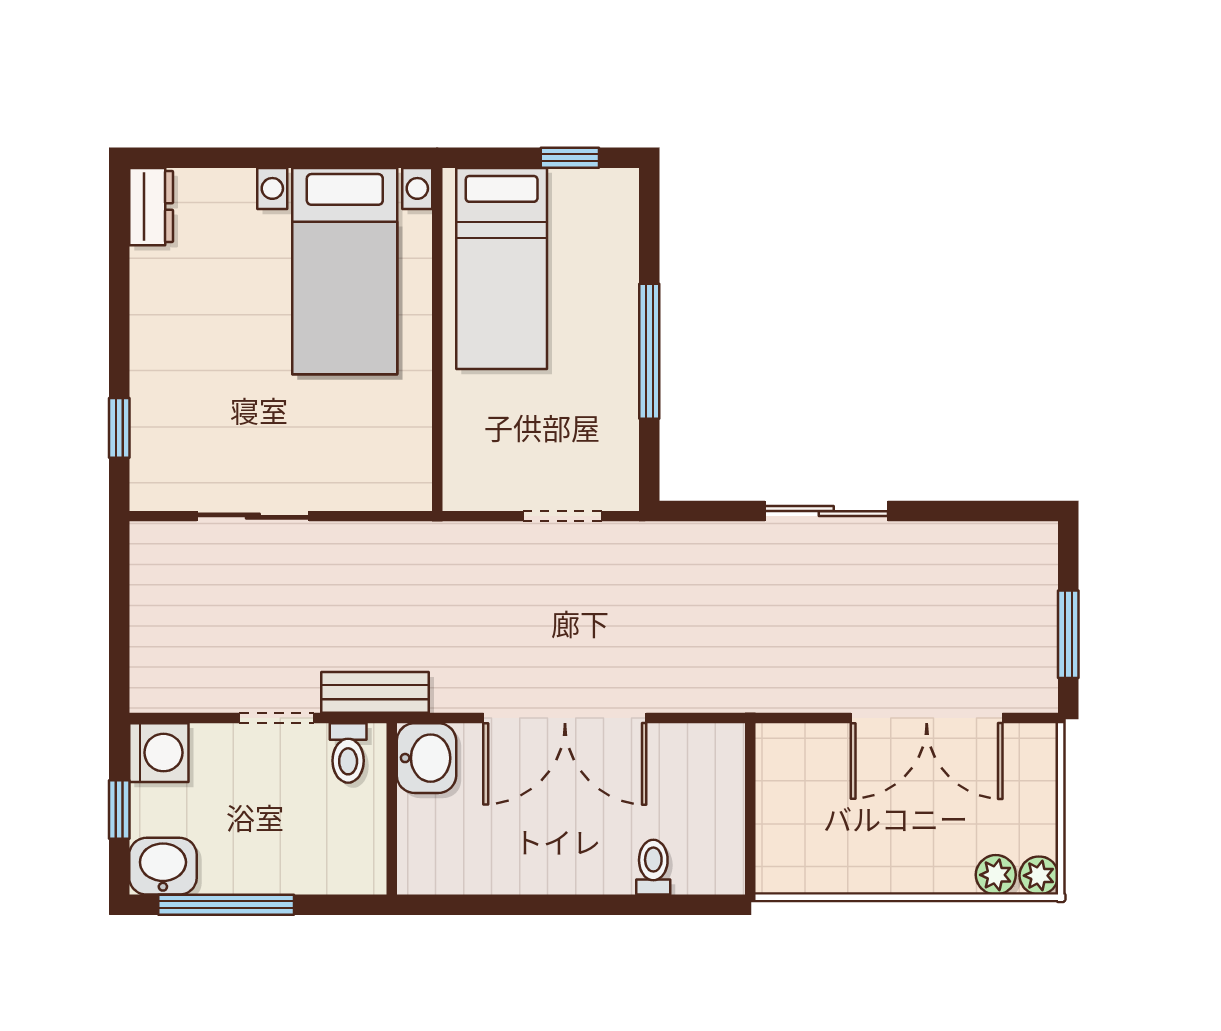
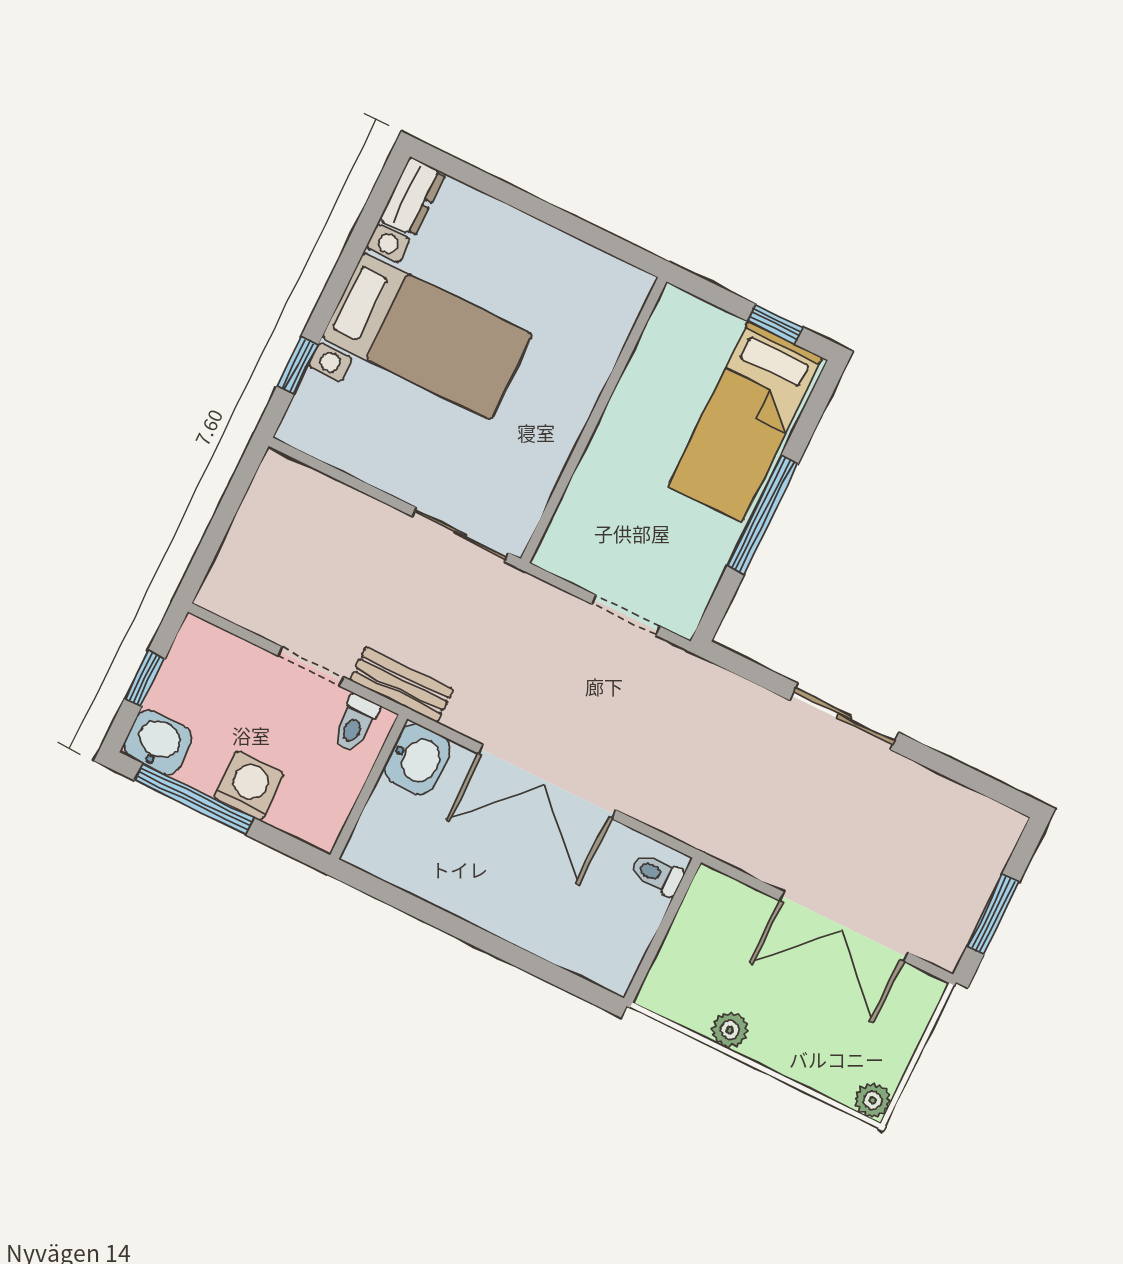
bed: (502, 268) -> (745, 422), moved
bed with nightstands: (345, 271) -> (427, 336), moved, turned -90
sliding door: (253, 516) -> (460, 534), moved
washing machine: (159, 753) -> (249, 786), moved, turned -90
toilet: (653, 867) -> (657, 874), moved, turned -90
plant: (996, 875) -> (730, 1030), moved

